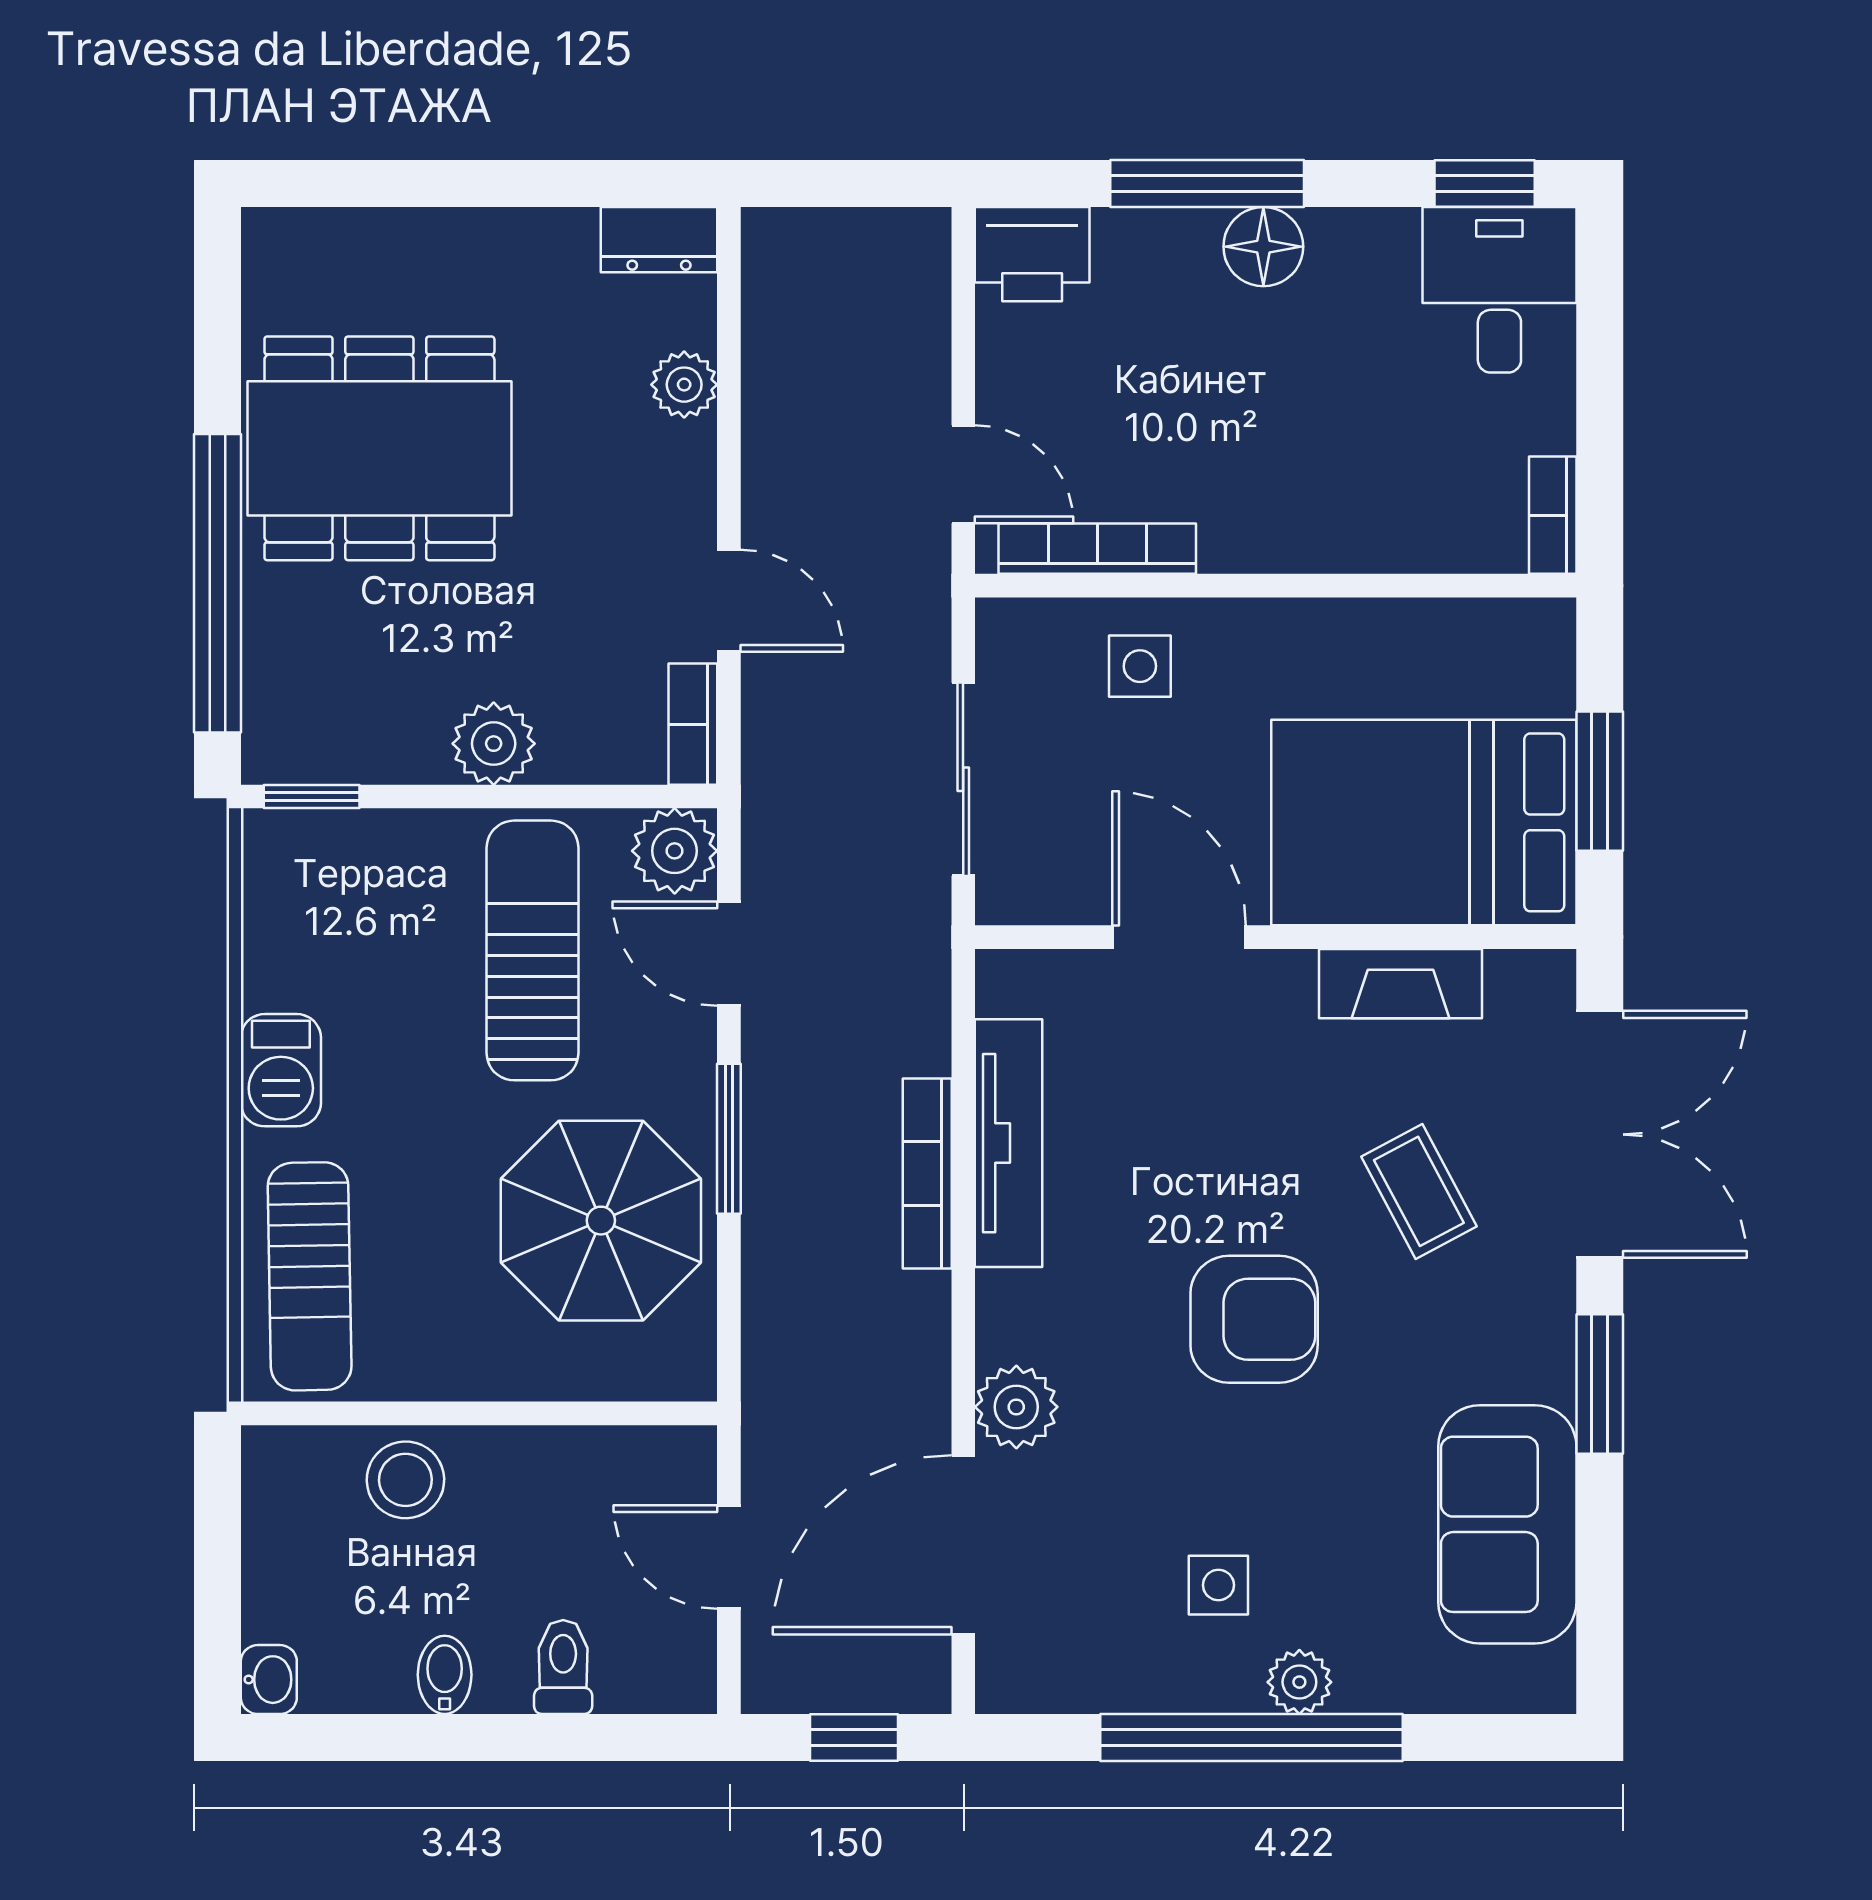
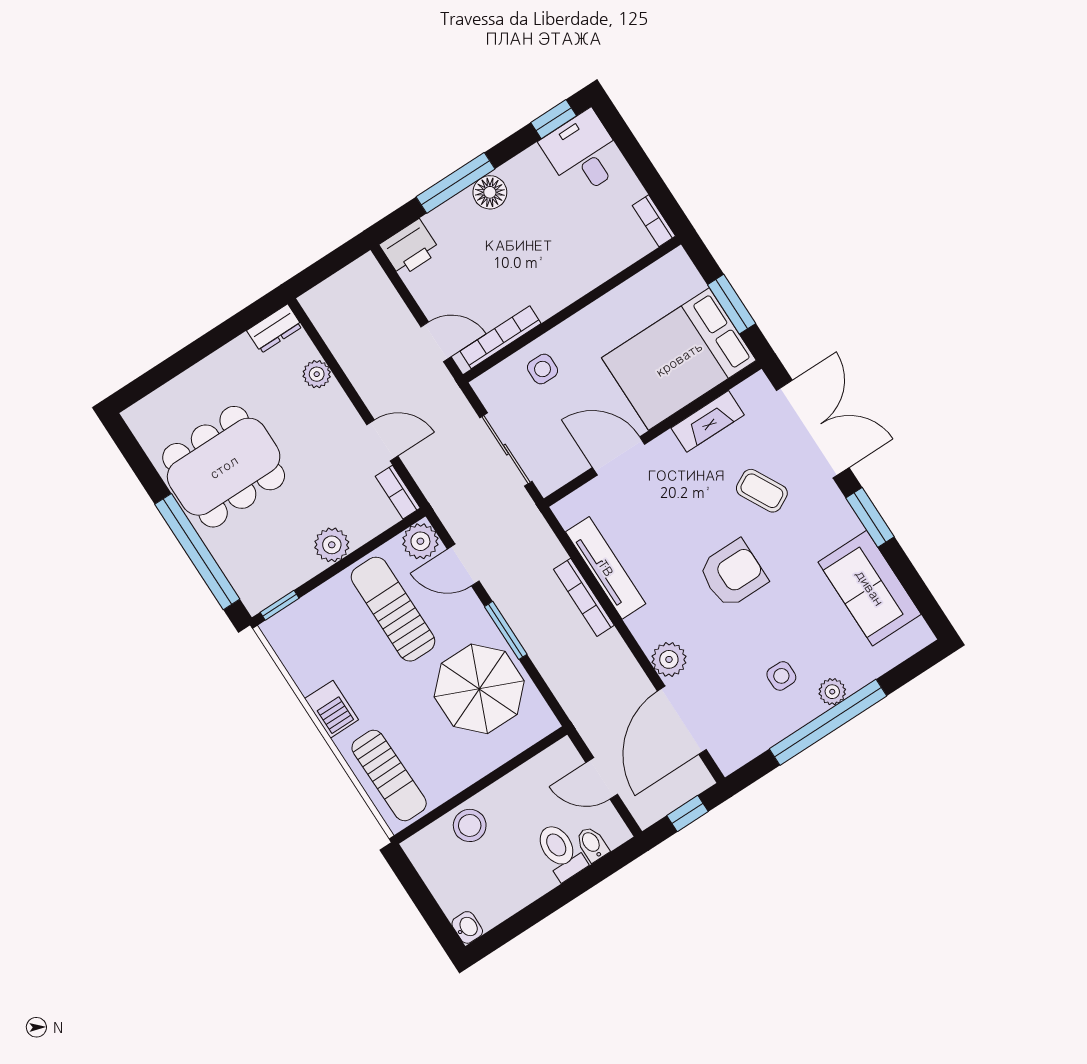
toilet: (563, 1667) -> (560, 851), width x1.37, depth x1.39
bidet: (445, 1675) -> (592, 844), moved

